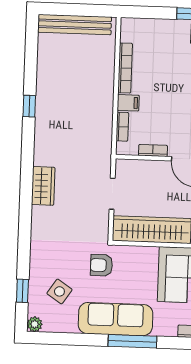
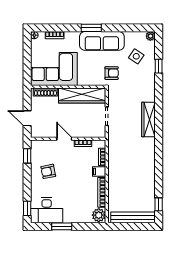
plant: (131, 30) -> (99, 215), added
window: (29, 106) -> (159, 204), moved
wardrobe: (43, 186) -> (148, 119), width x1.50
window: (22, 291) -> (159, 66), moved
window: (132, 341) -> (91, 28), width x0.69

